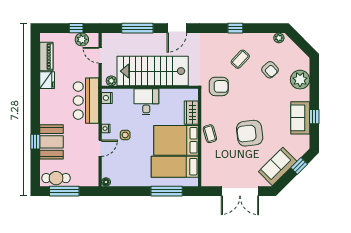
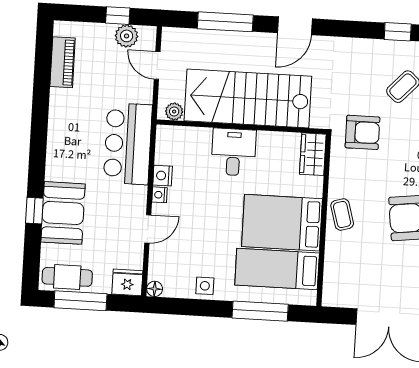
fridge: (47, 80) -> (127, 282), moved, turned -90
nightstand: (107, 98) -> (163, 176), moved
wardrobe: (191, 113) -> (313, 154), moved
side table: (125, 135) -> (205, 286), moved

